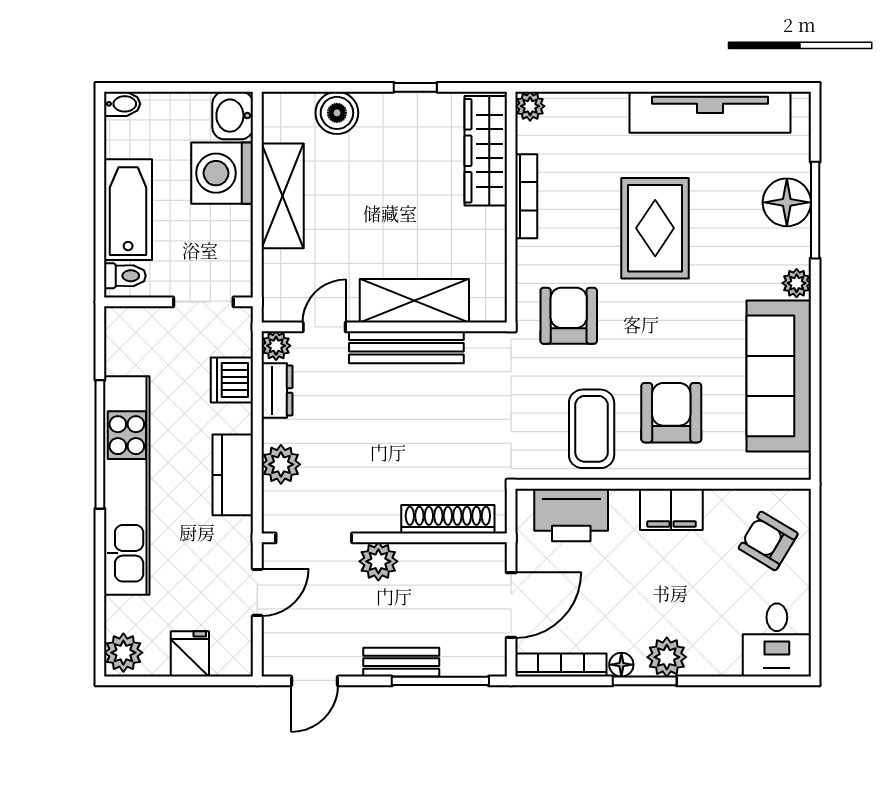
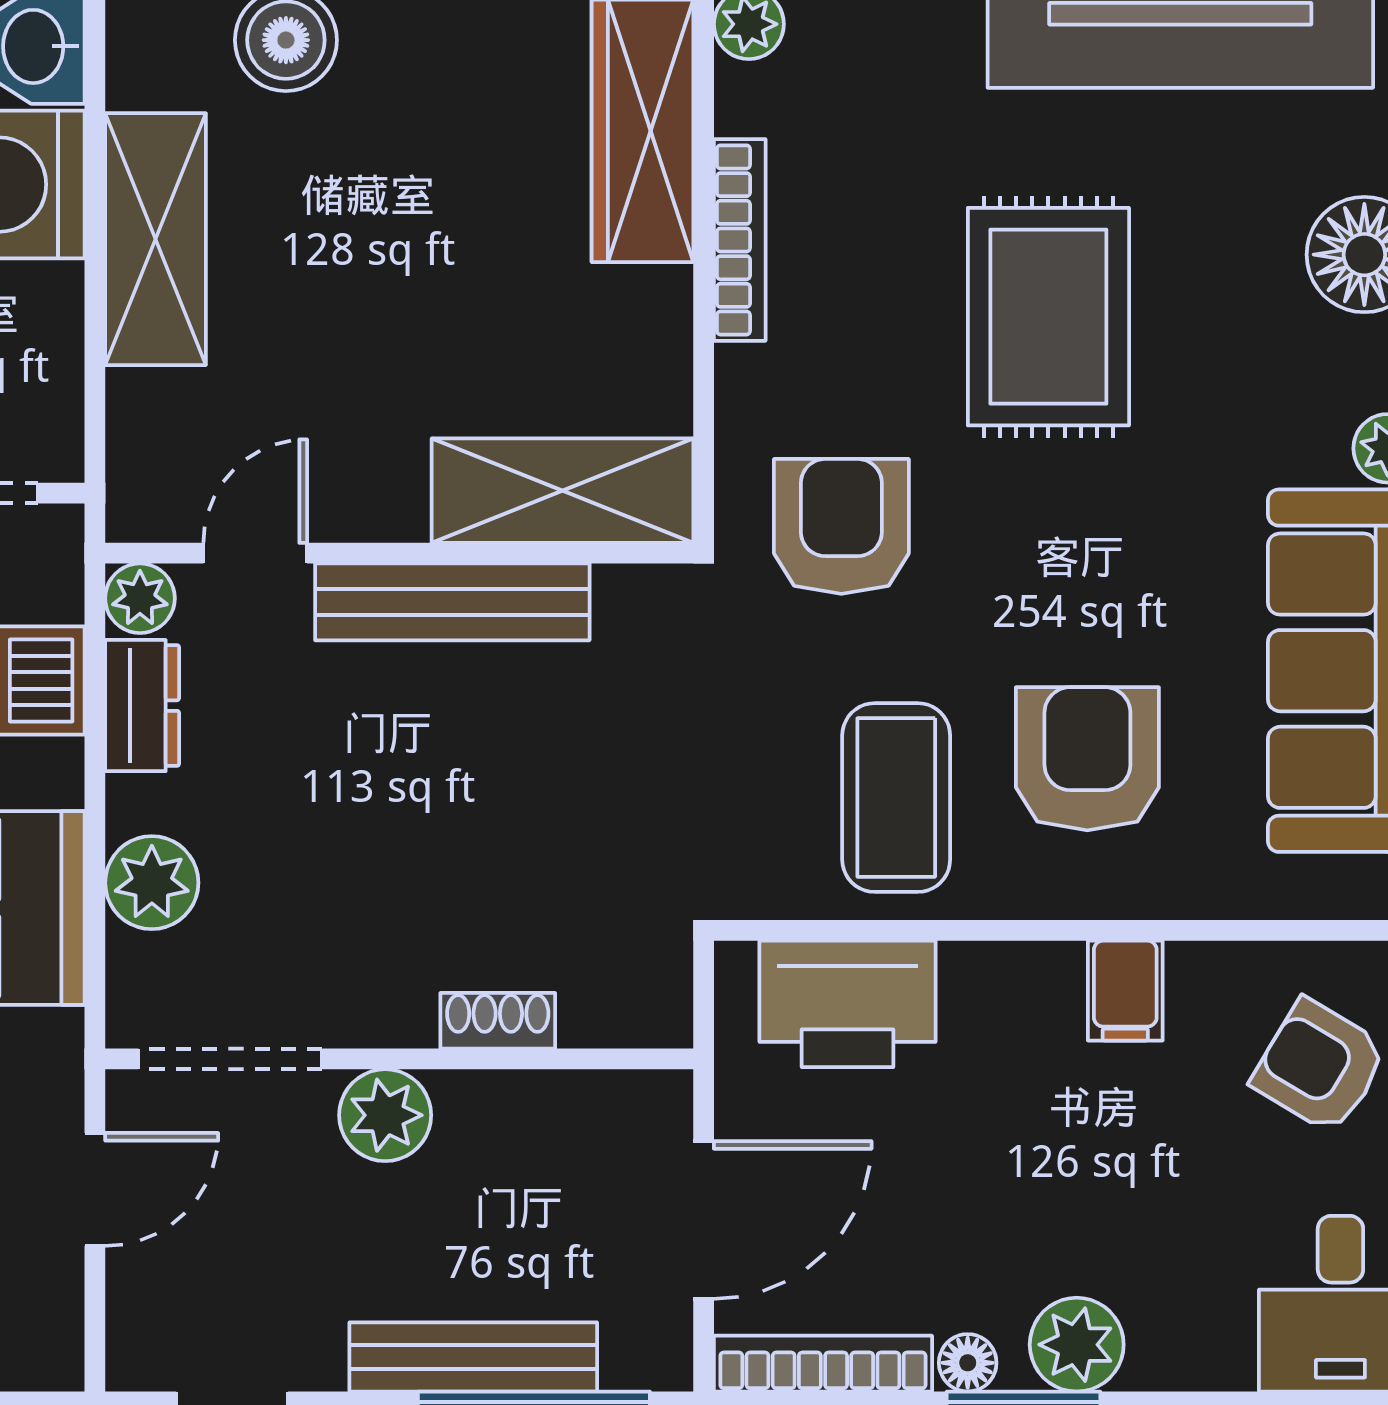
shelving: (414, 301) -> (562, 491), moved
filing cabinet: (671, 509) -> (1125, 991), width x0.50
shoe rack: (448, 519) -> (498, 1021), width x0.51, depth x0.81
bench: (401, 662) -> (473, 1357), width x1.36

